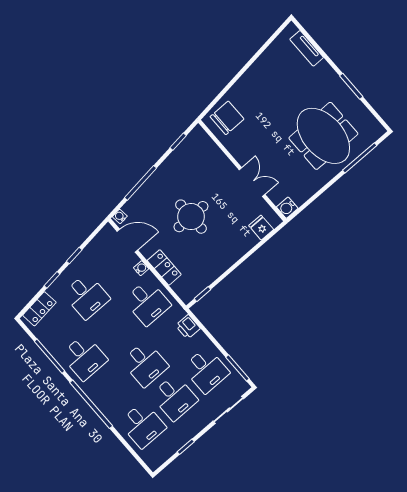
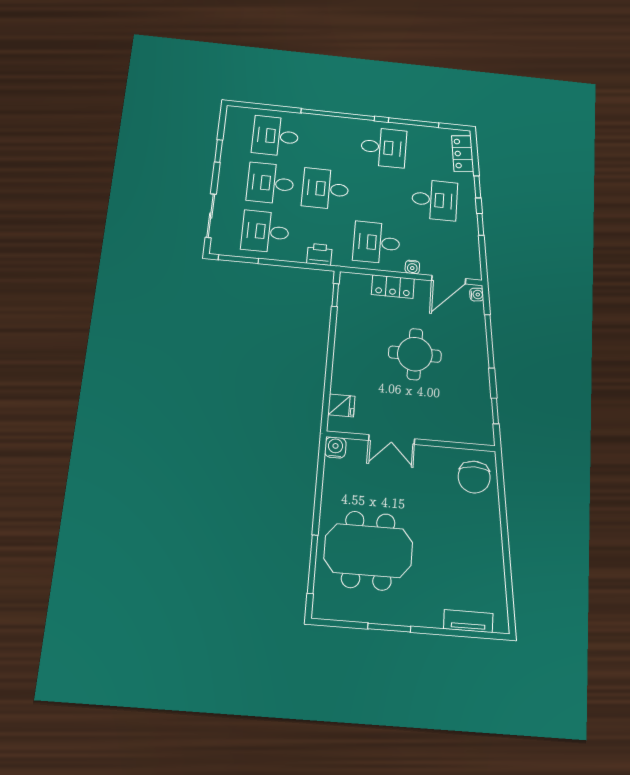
desk: (86, 296) -> (434, 200), turned 180
desk: (84, 357) -> (384, 147), turned 180

